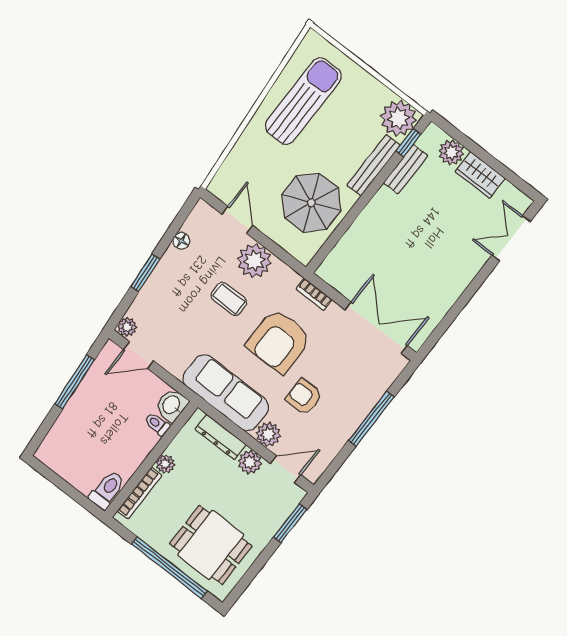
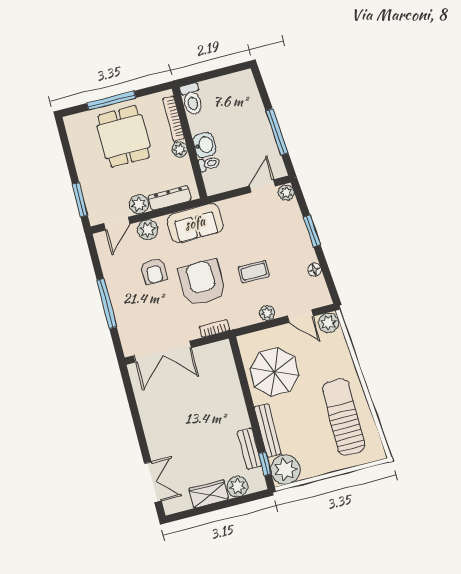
sun lounger: (303, 101) -> (344, 417), turned 180
plant: (223, 187) -> (328, 323), added
plant: (254, 261) -> (267, 313), width x0.53, depth x0.53
sofa: (226, 393) -> (195, 223), width x0.73
armchair: (304, 397) -> (154, 271), turned 90
washbasin: (172, 405) -> (204, 145), moved
dining table: (211, 545) -> (124, 136), moved, turned 90
window: (169, 568) -> (111, 101), width x0.68

